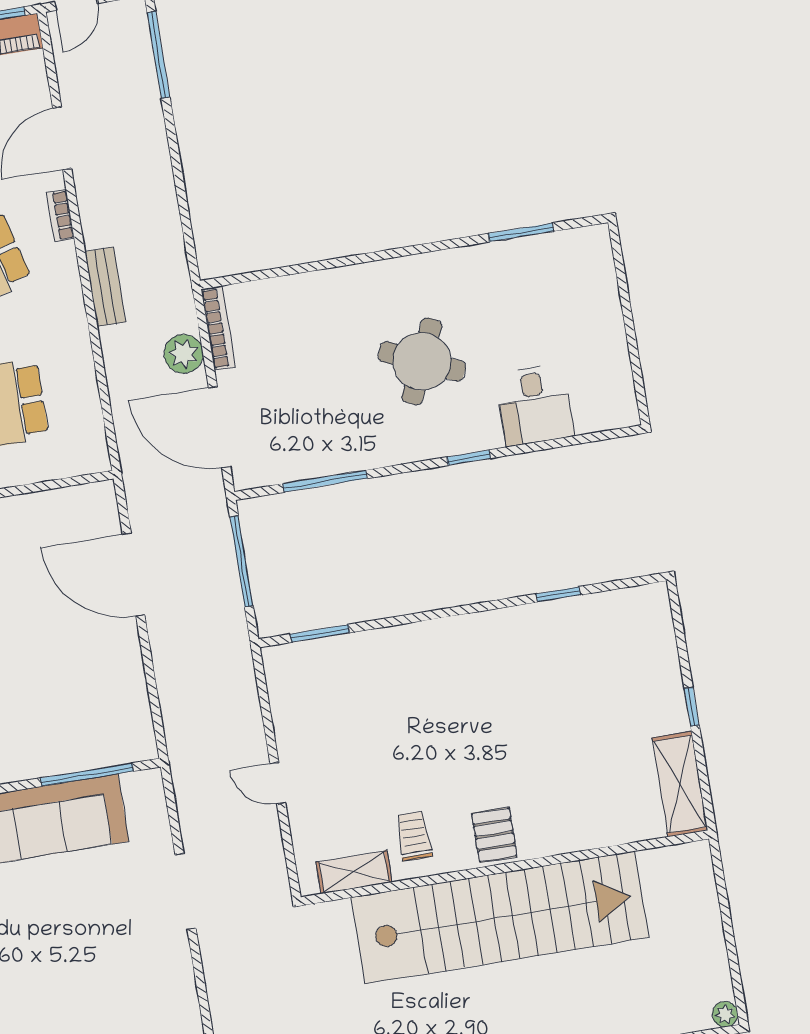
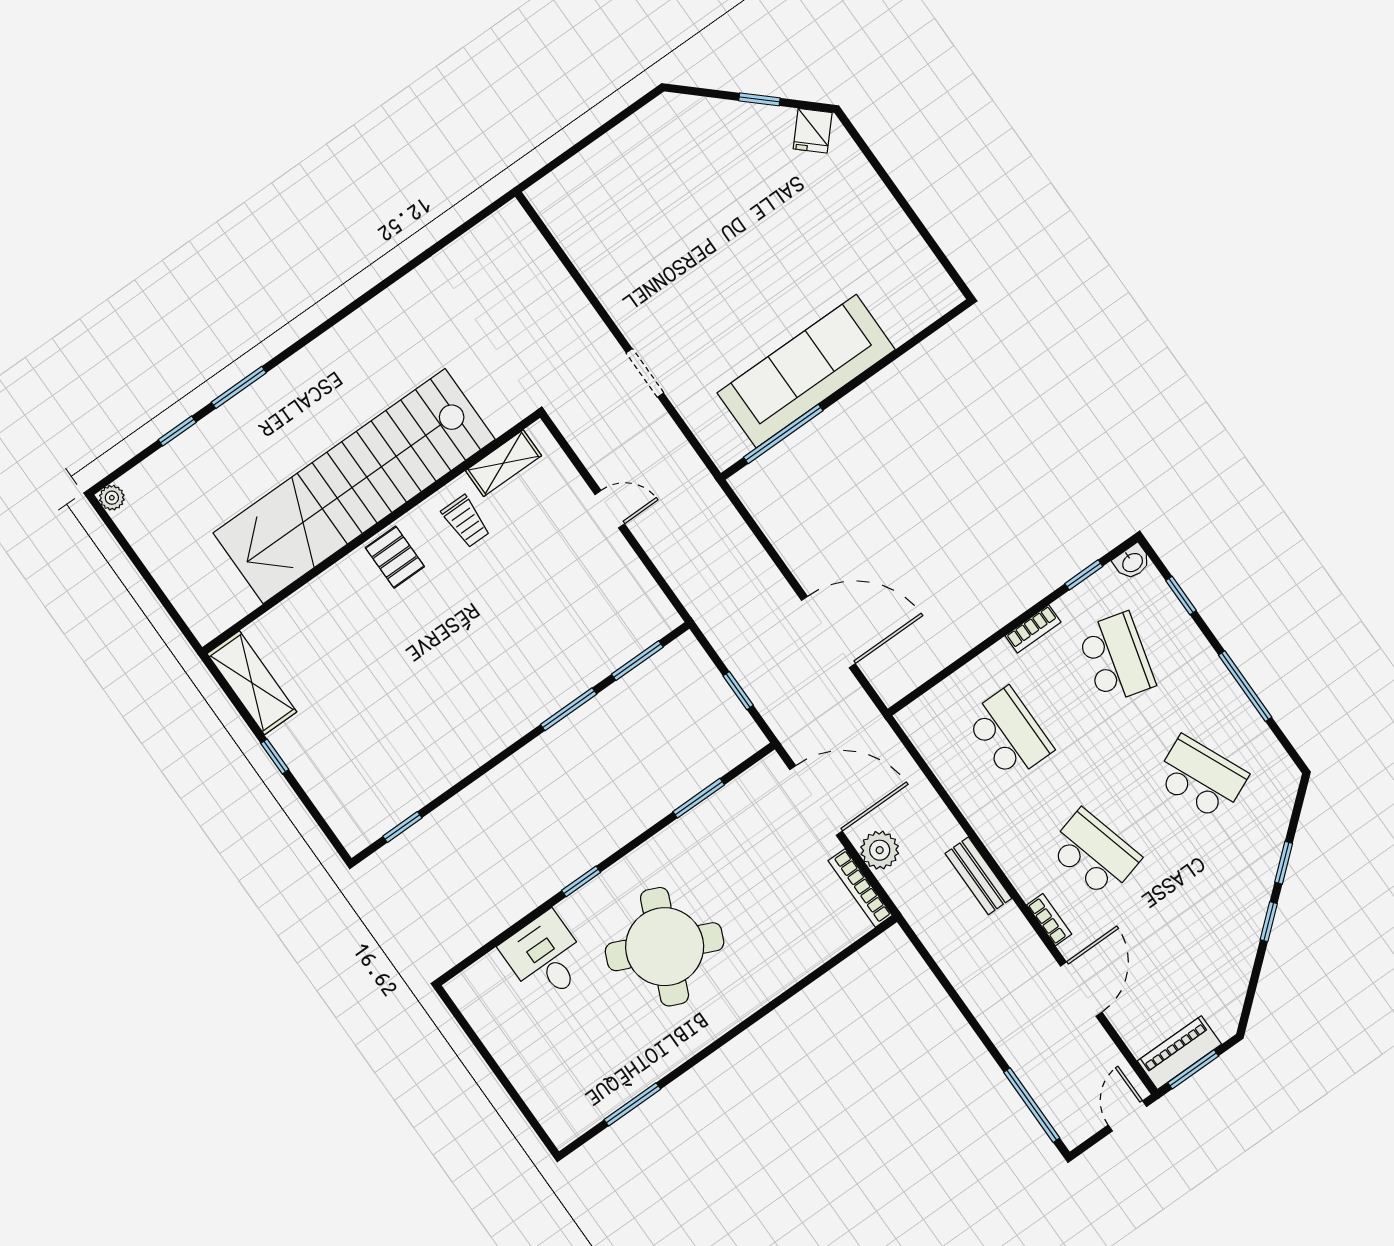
round table: (422, 361) -> (665, 947), width x1.36, depth x1.36
window: (325, 481) -> (699, 798), width x0.69
window: (241, 561) -> (738, 691), width x0.46
window: (558, 594) -> (402, 827), moved
window: (404, 620) -> (569, 709), added
doorway: (185, 891) -> (645, 373), width x0.73

